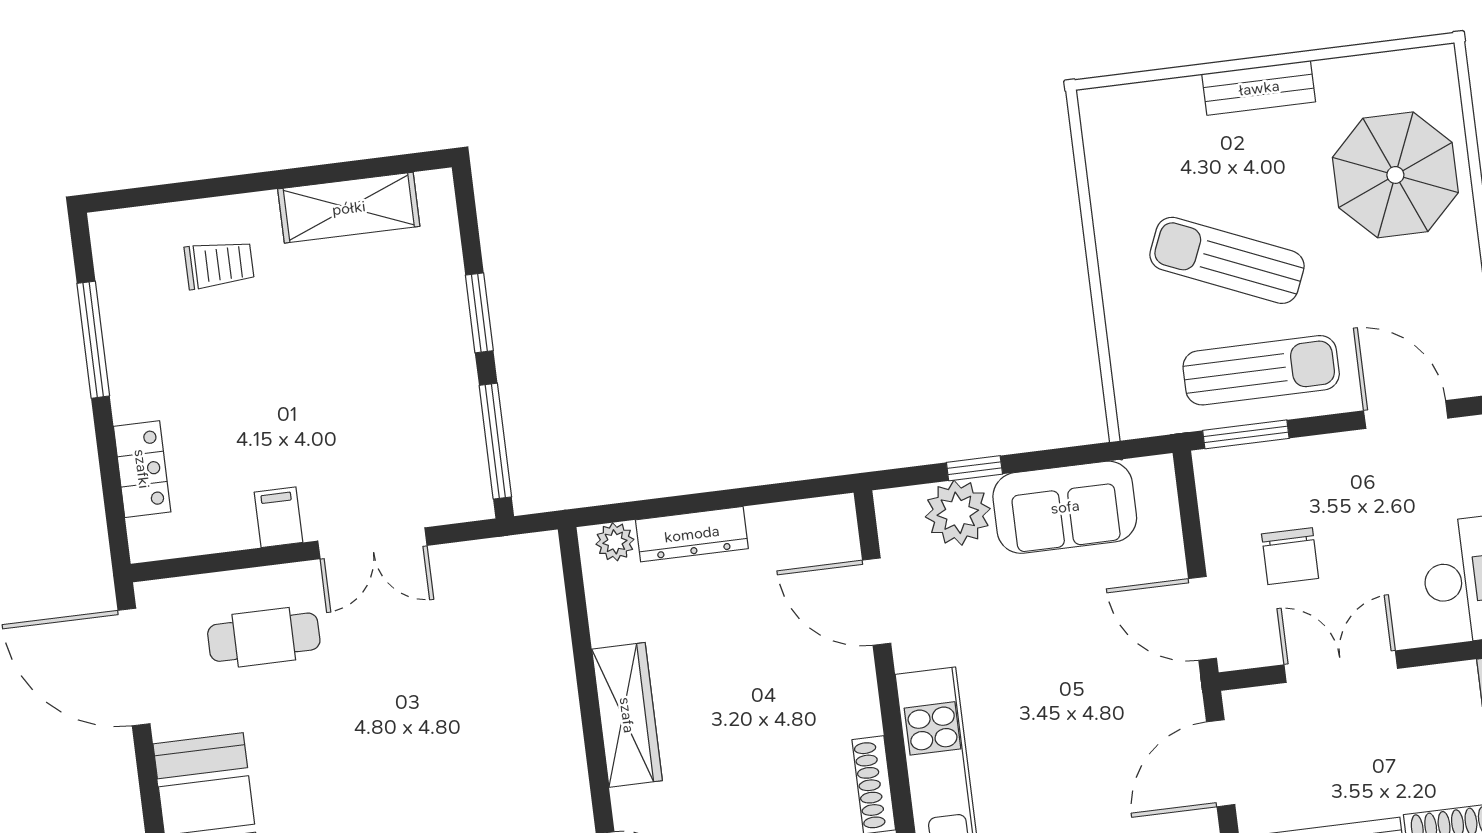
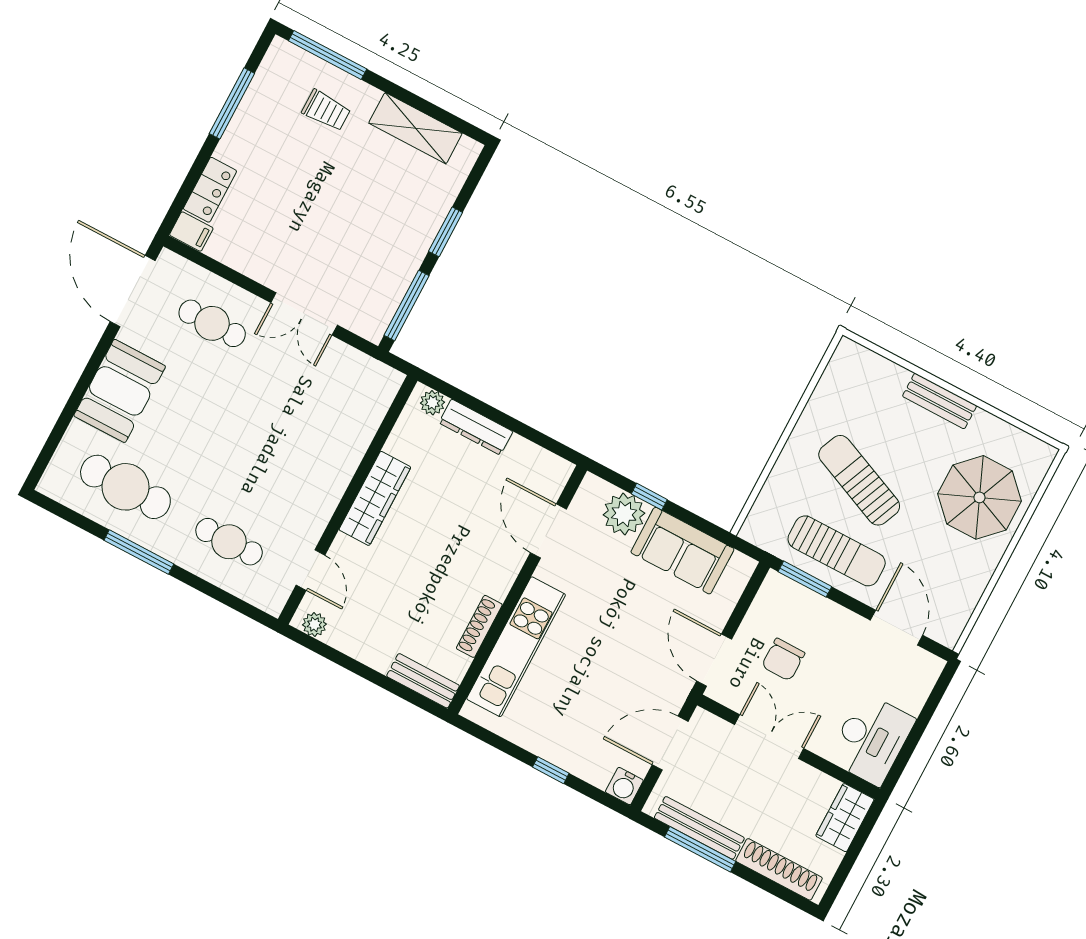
window: (172, 193) -> (328, 55), added
filing cabinet: (279, 517) -> (191, 232), moved, turned 90

